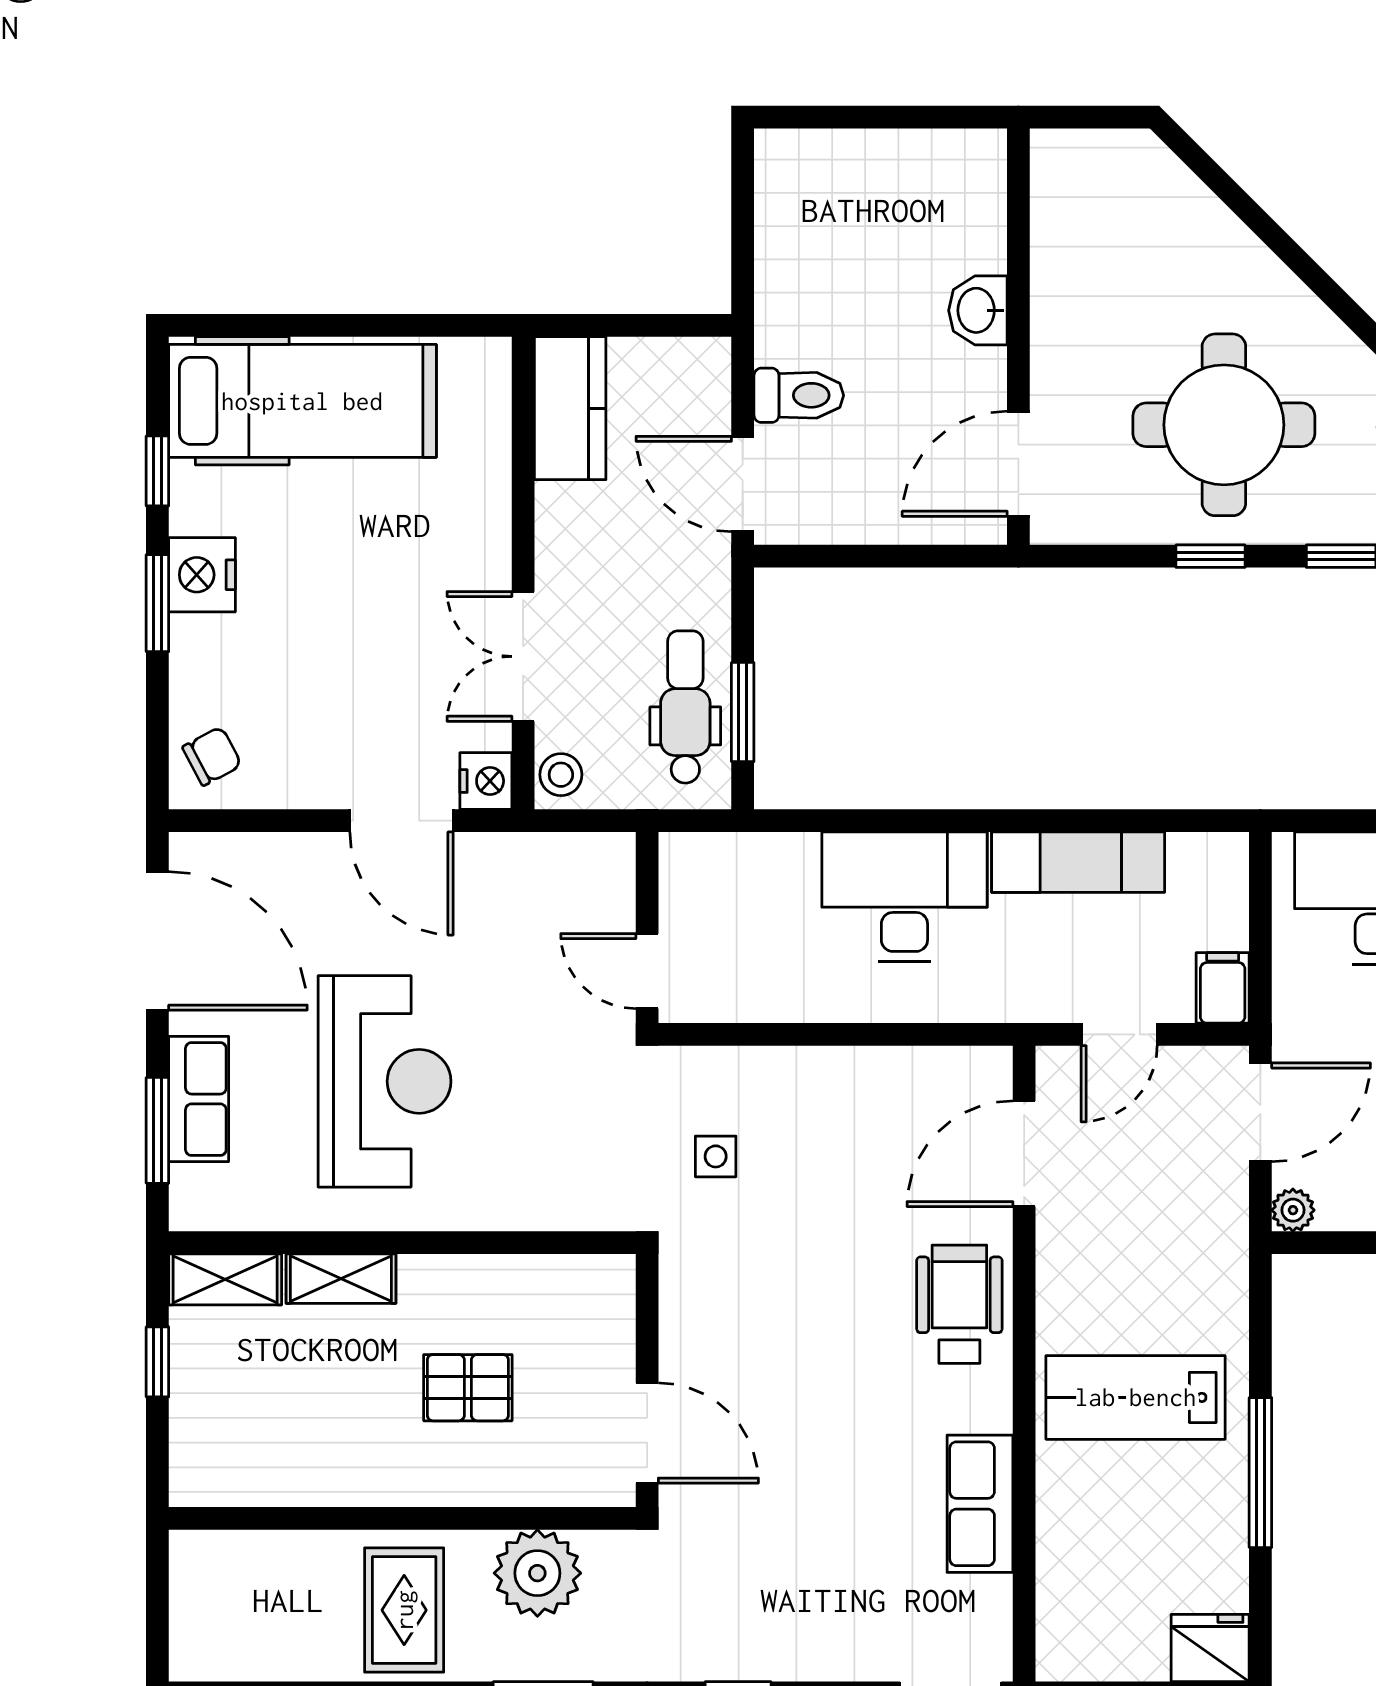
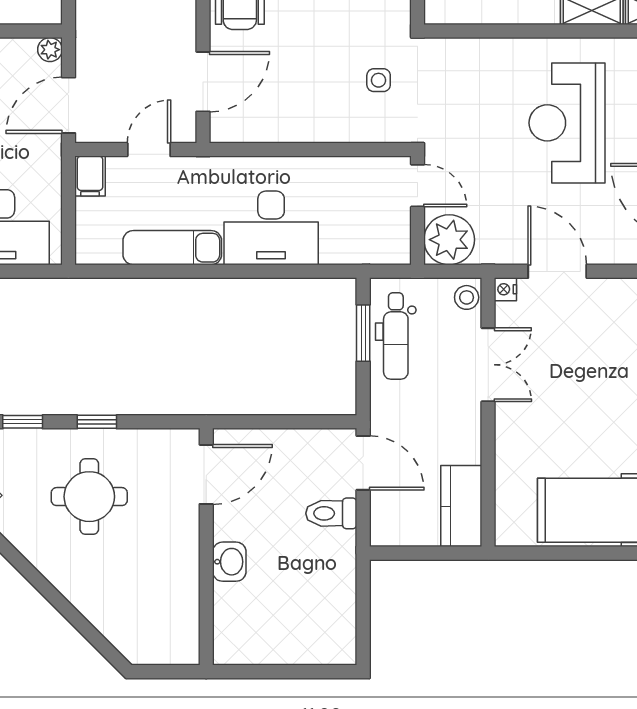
round table: (1224, 425) -> (89, 497), width x0.73, depth x0.73
nightstand: (486, 781) -> (505, 289), width x0.72, depth x0.74
plant: (592, 876) -> (449, 240), added

